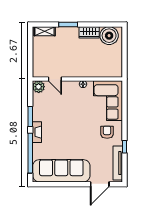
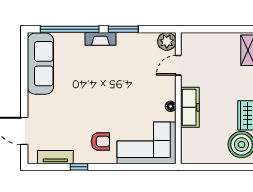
freezer: (84, 71) -> (190, 107), added
tv unit: (118, 163) -> (55, 157), width x0.71
sofa: (61, 171) -> (40, 64), width x0.74, depth x0.79

